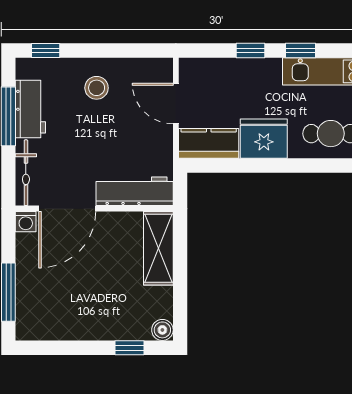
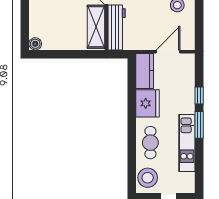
window: (301, 51) -> (199, 125), width x1.50
shelving: (158, 248) -> (96, 27), moved, turned 90
window: (129, 348) -> (25, 24), removed

